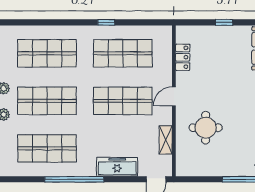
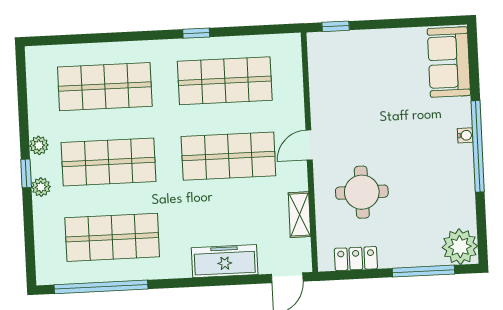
window: (224, 22) -> (336, 26), moved
locker: (183, 57) -> (356, 259), moved, turned -90
window: (74, 179) -> (101, 287), moved

